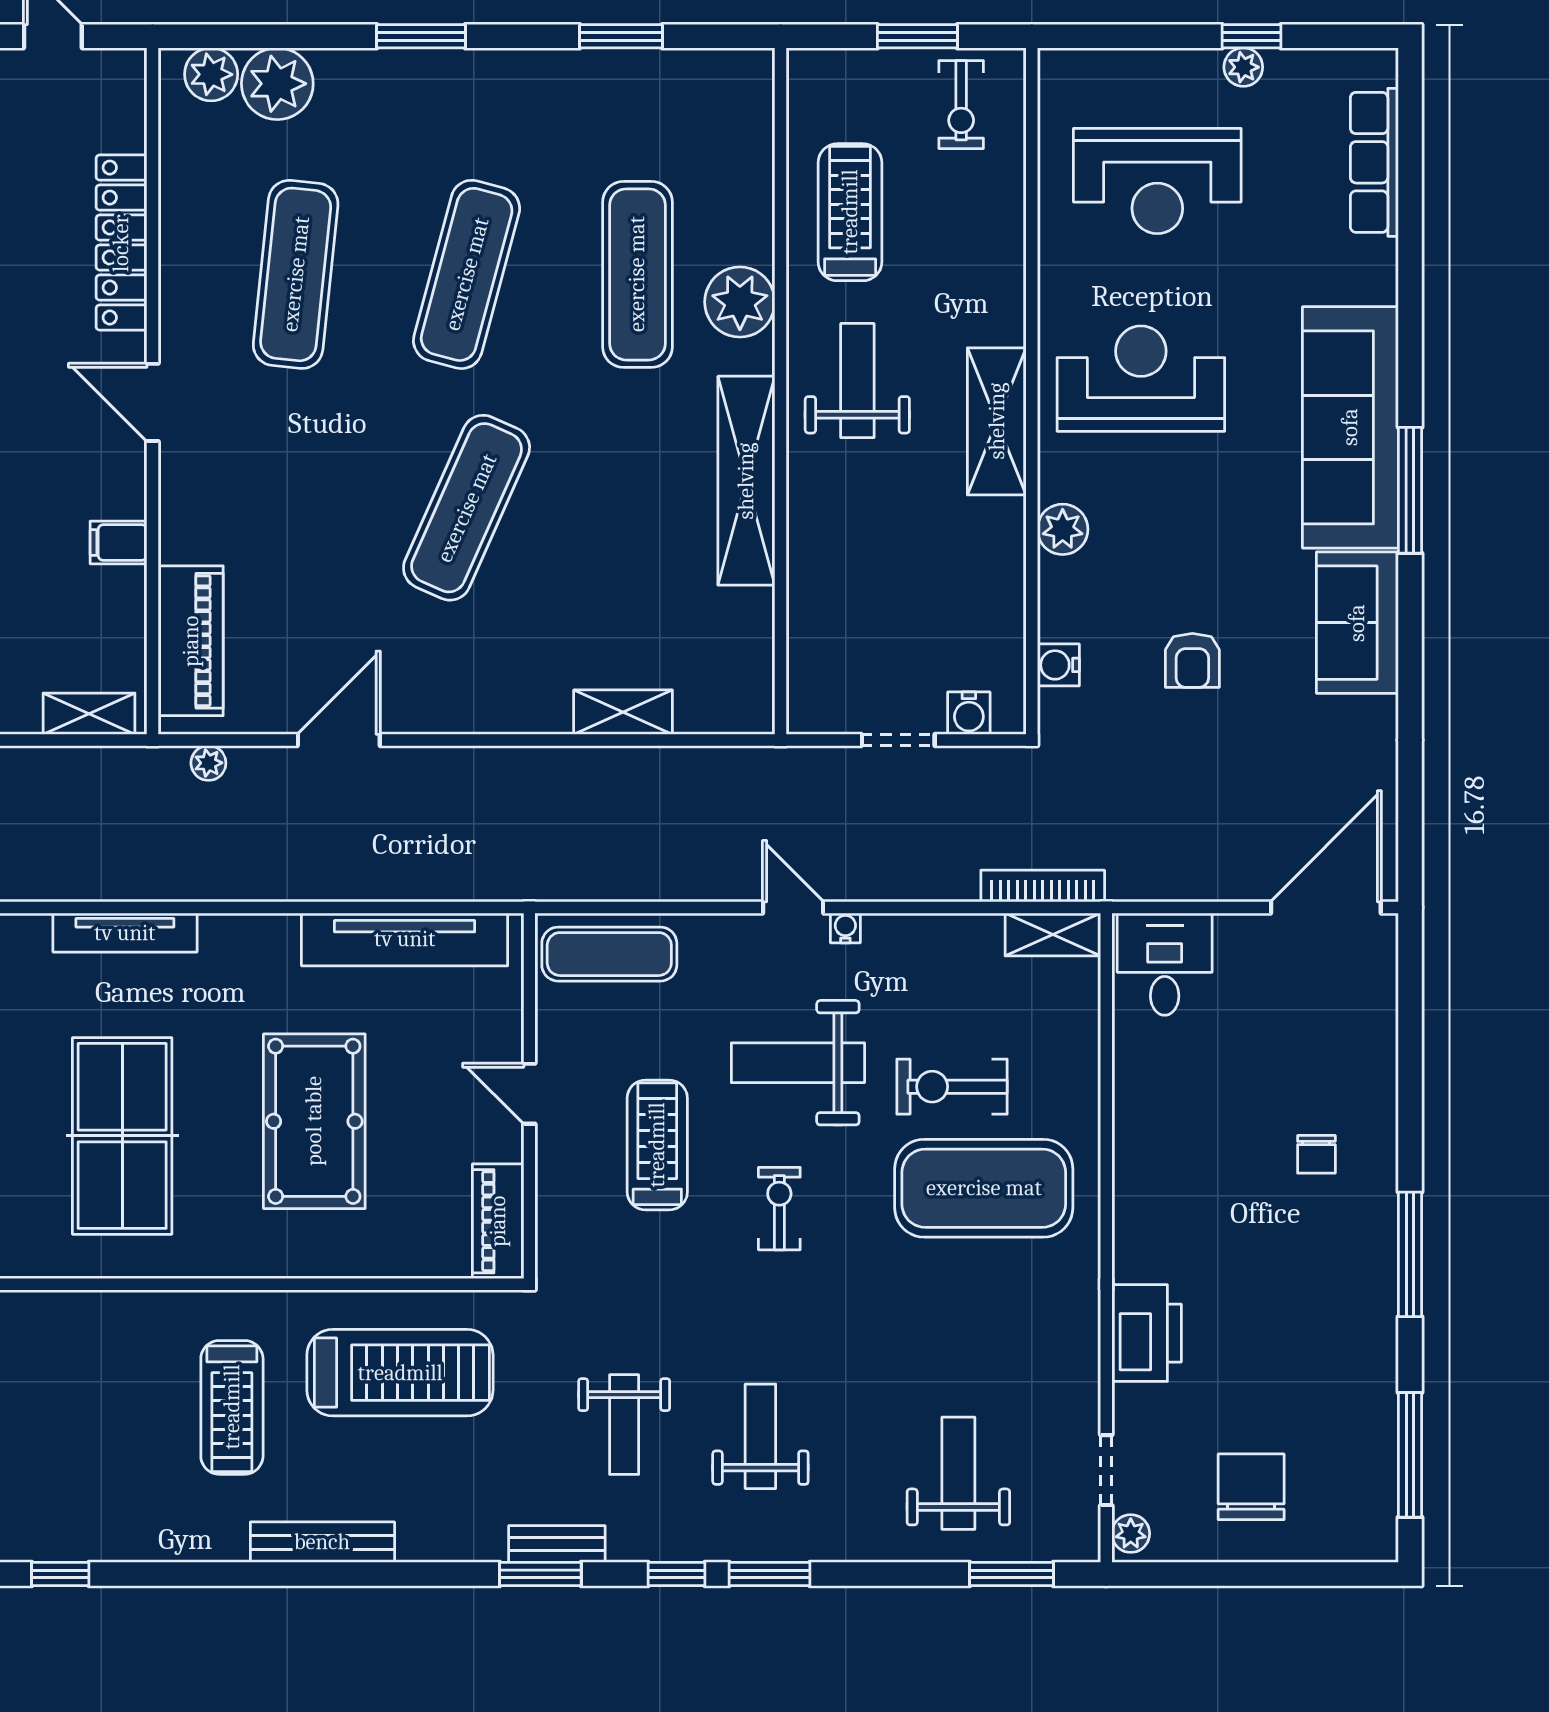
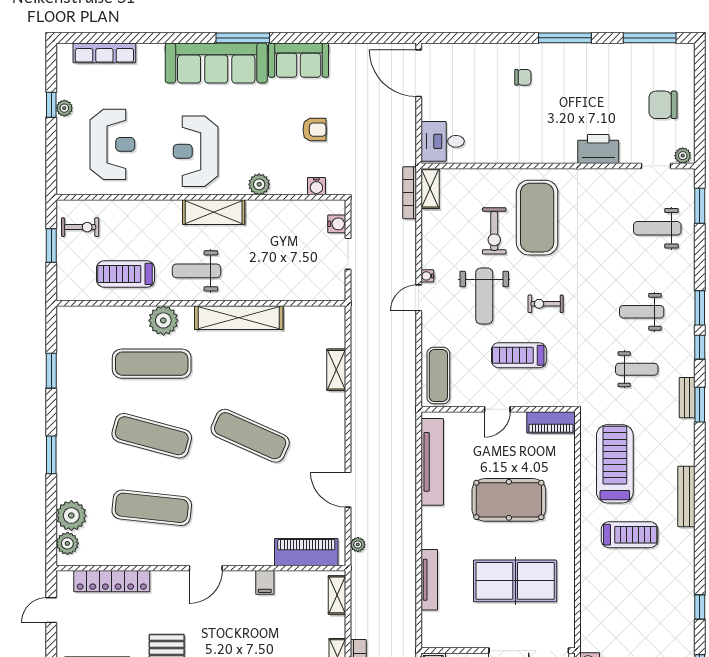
locker: (121, 243) -> (112, 581), moved

